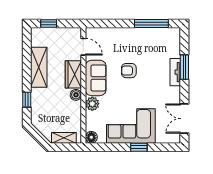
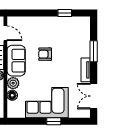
window: (151, 23) -> (65, 13), width x0.46
tv unit: (175, 72) -> (86, 70), moved
floor lamp: (91, 137) -> (12, 95), moved

